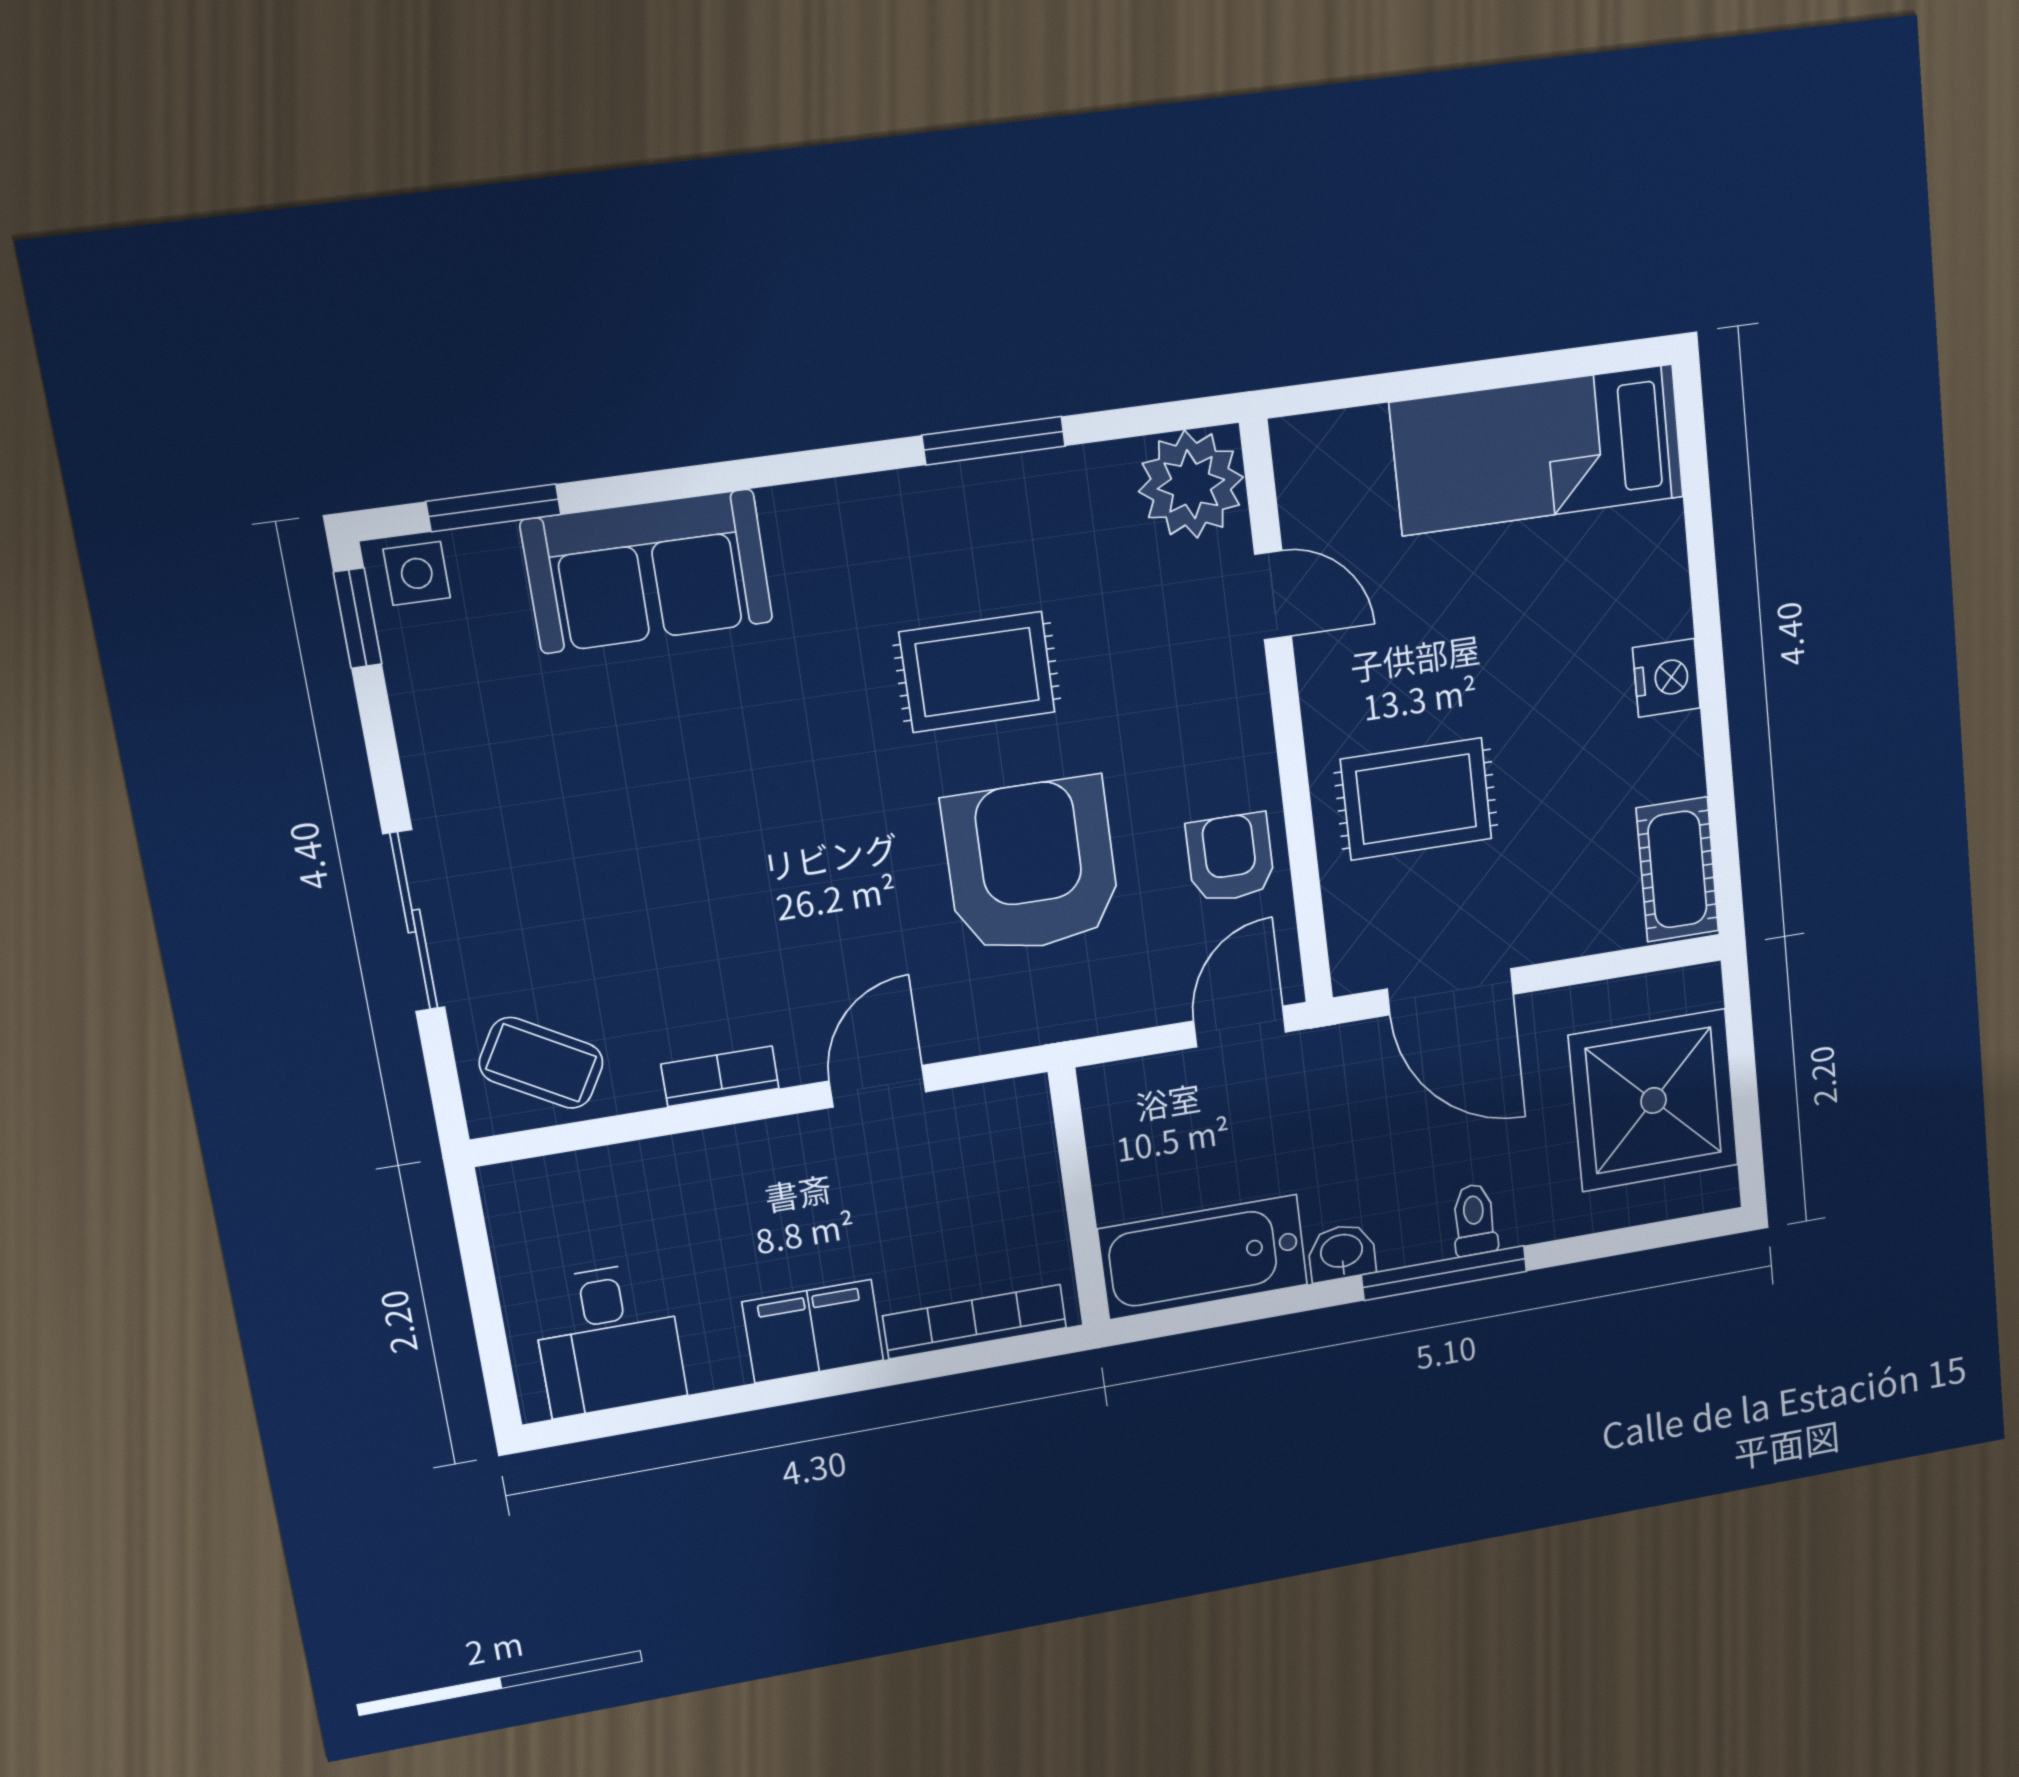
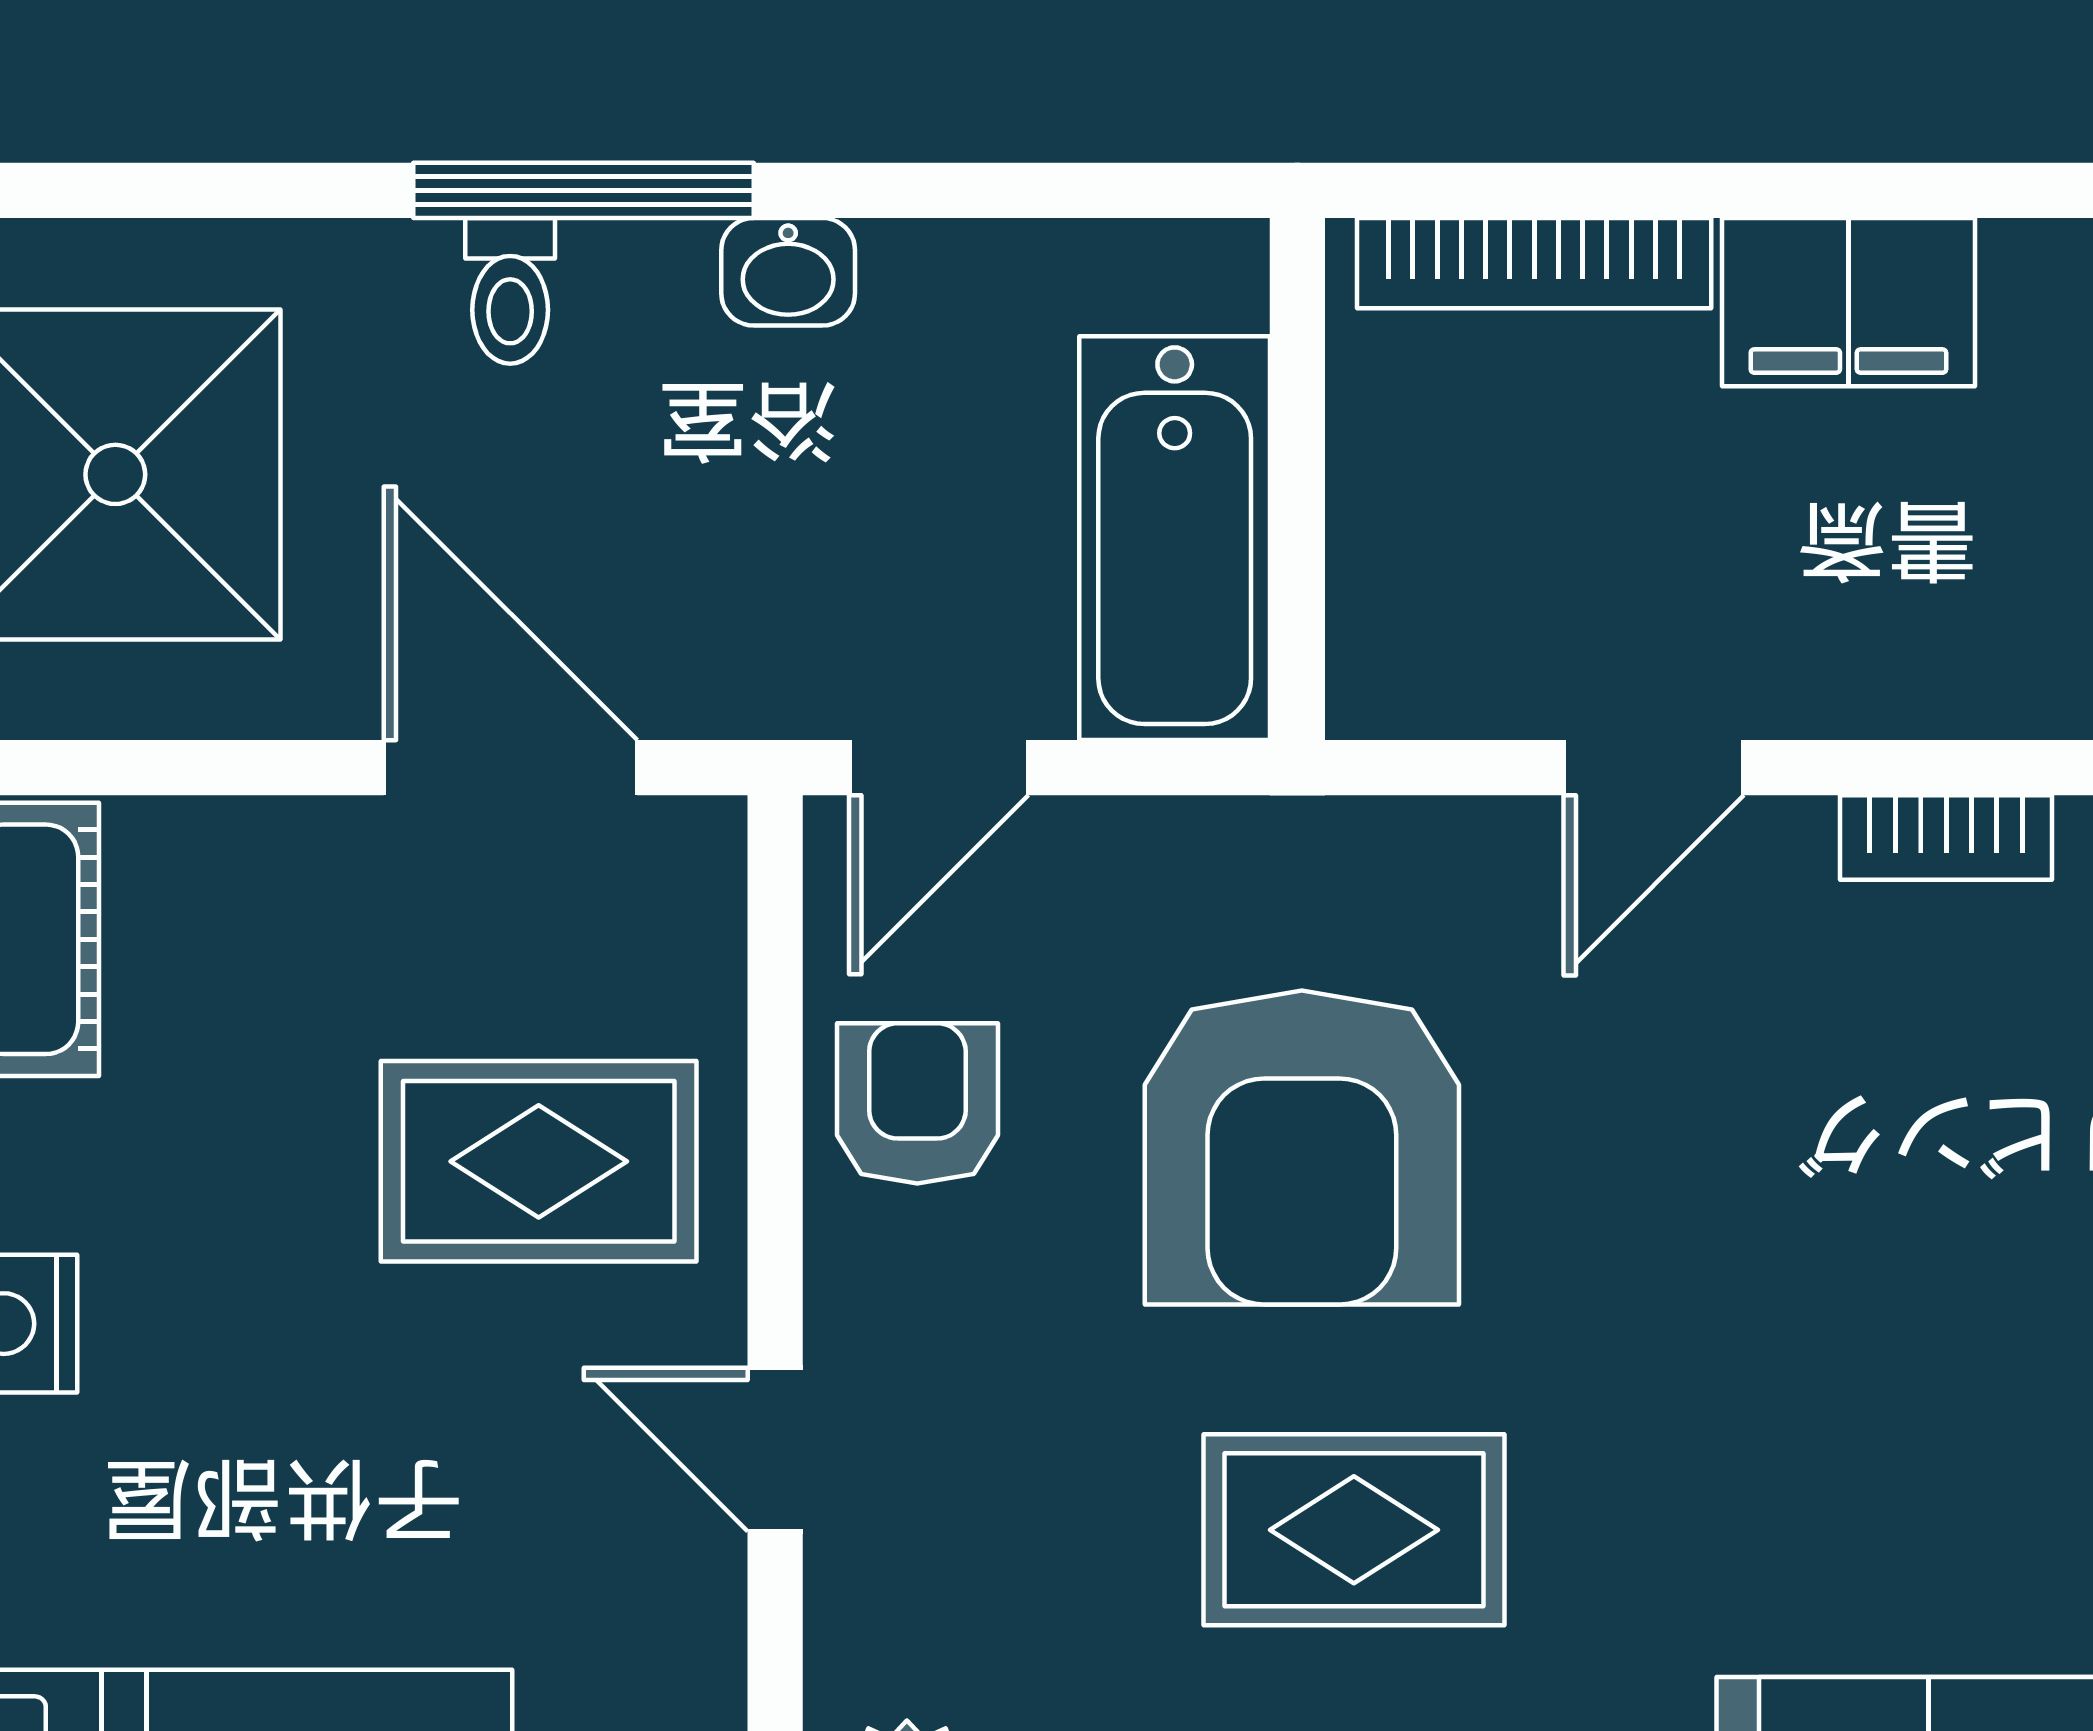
door: (1273, 595) -> (775, 1450), moved
armchair: (1230, 858) -> (917, 1103), turned 180
bathtub: (1203, 1257) -> (1175, 538), moved, turned 90

